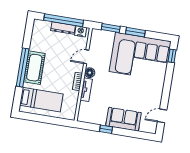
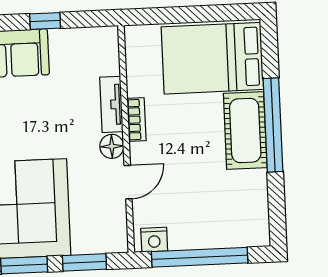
dresser: (63, 28) -> (197, 238), removed
bed: (41, 100) -> (212, 58), width x1.50

